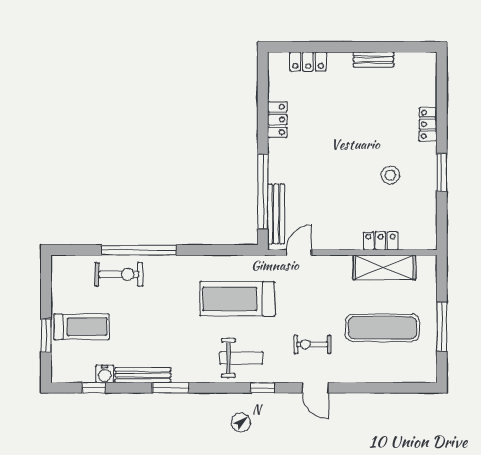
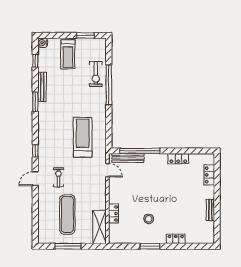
shelving: (384, 267) -> (100, 227), moved
window: (46, 336) -> (85, 35), moved
weight bench: (241, 358) -> (51, 139), removed
water cooler: (105, 374) -> (43, 43), moved

